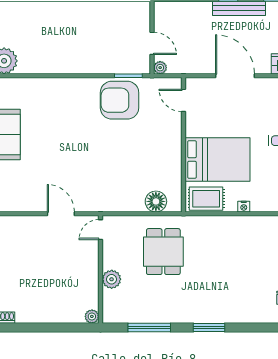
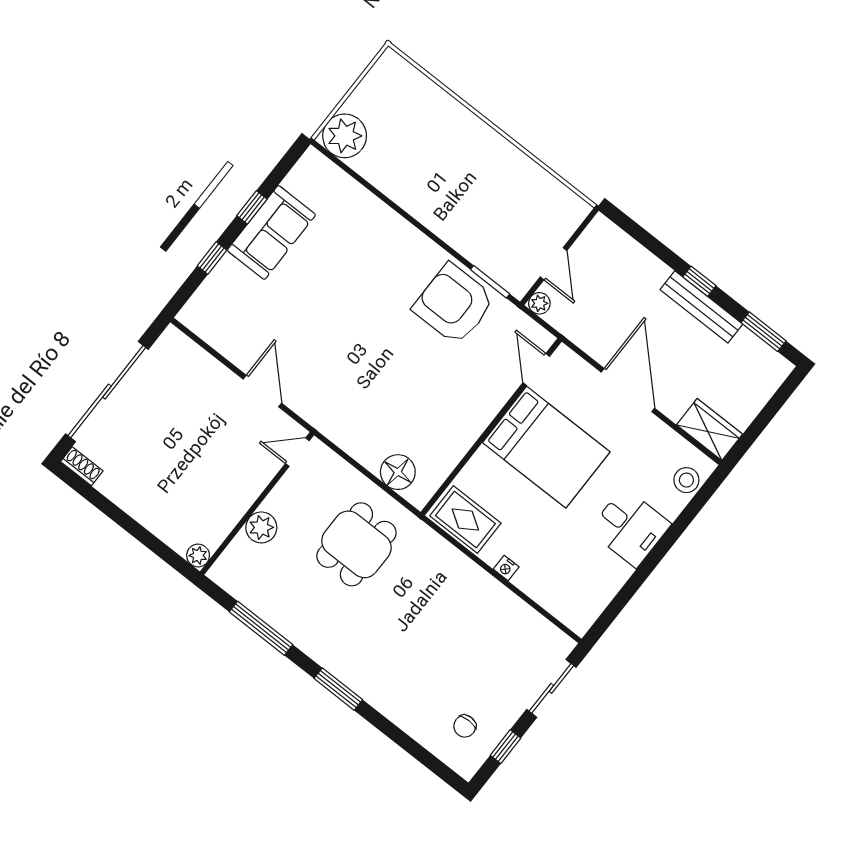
bed: (217, 159) -> (546, 447), moved

